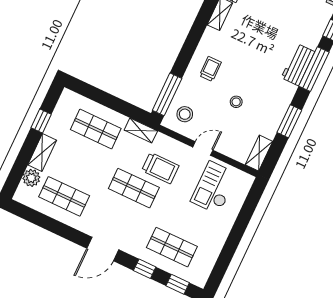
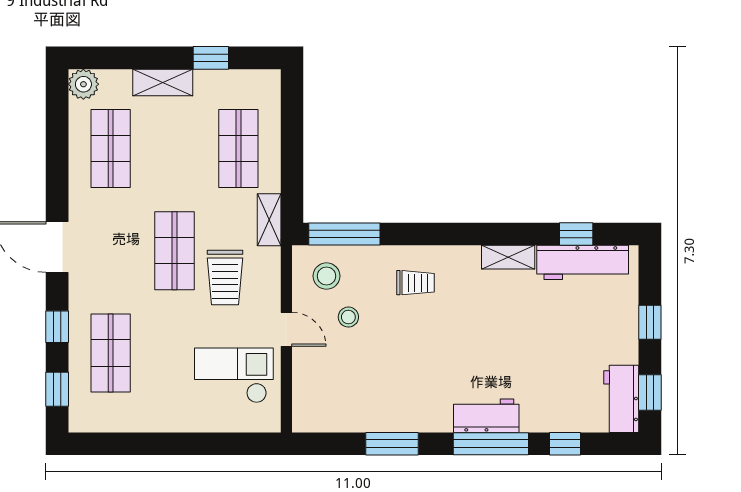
stool: (236, 102) -> (348, 317), moved
shelving: (259, 153) -> (320, 420), removed
plant: (31, 178) -> (83, 84), moved

